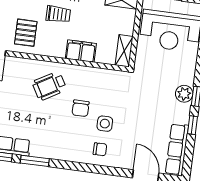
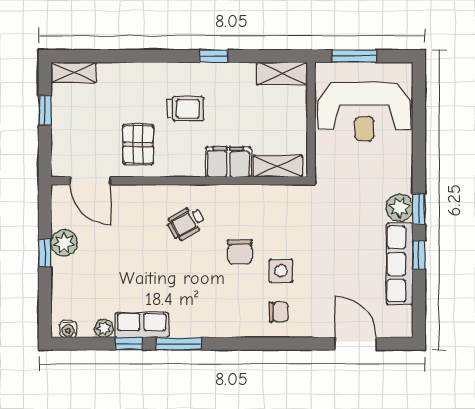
shelving: (124, 51) -> (278, 166), moved, turned 90
wheelchair: (49, 86) -> (186, 223), width x0.73, depth x0.73
row of seats: (177, 150) -> (400, 264), moved

